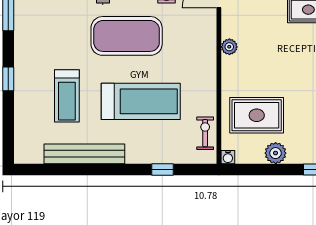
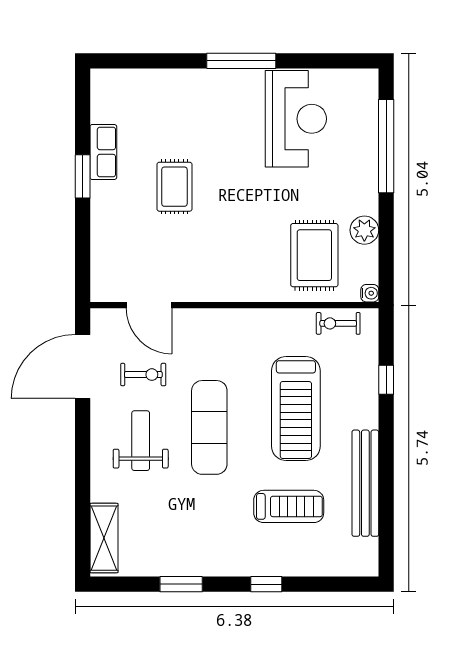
exercise mat: (127, 36) -> (209, 427), width x0.68
plant: (229, 47) -> (224, 291), removed
treadmill: (141, 101) -> (296, 409), turned 180

